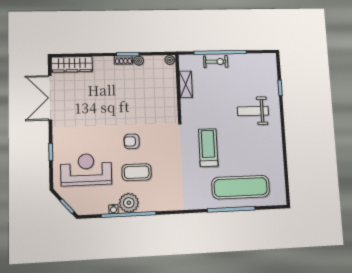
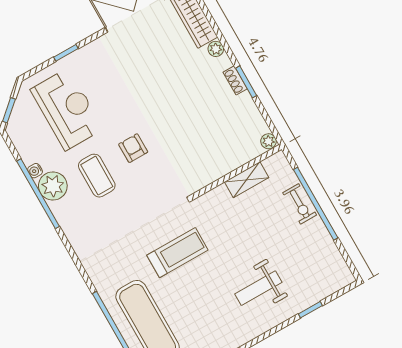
plant: (139, 61) -> (216, 49), moved
weight bench: (253, 111) -> (258, 288), turned -90

